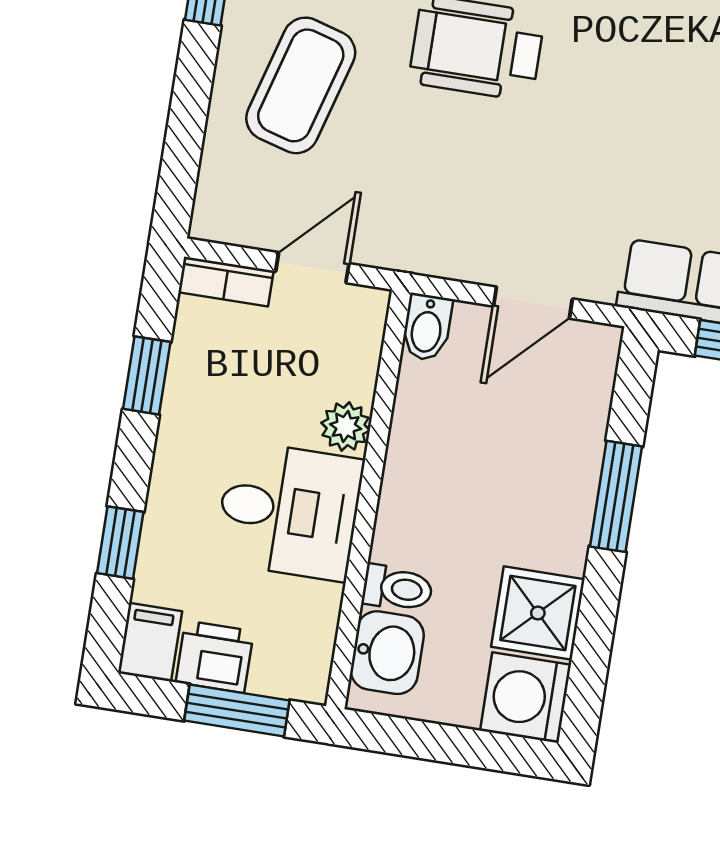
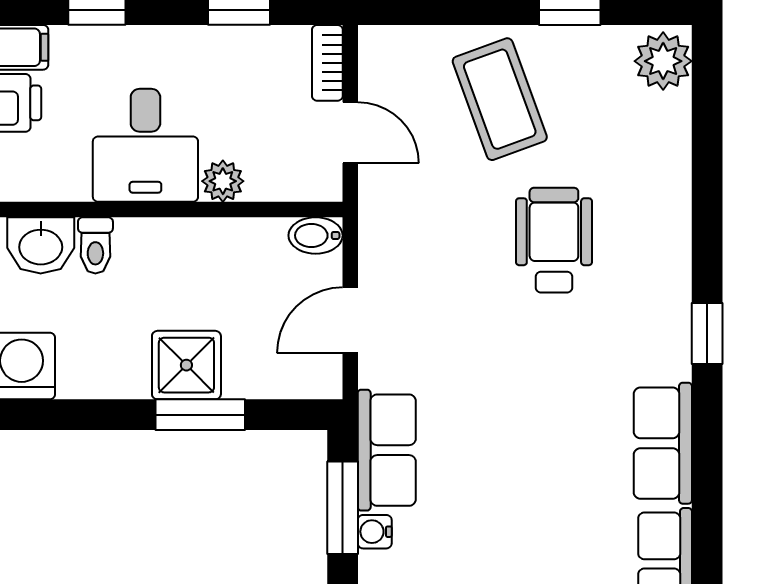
coffee table: (301, 85) -> (500, 99), turned 54
door: (533, 303) -> (350, 320), hinge flipped
shower: (538, 613) -> (186, 365), moved

